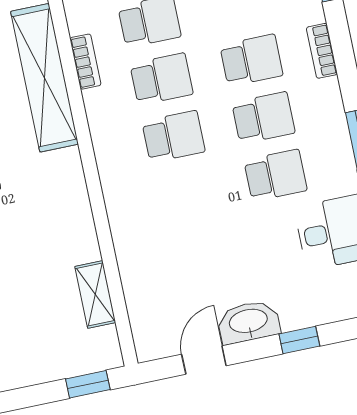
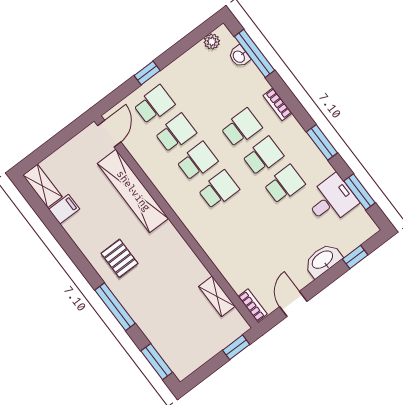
bookcase: (85, 62) -> (253, 305), moved
washbasin: (249, 322) -> (323, 260), moved
window: (299, 340) -> (355, 257), moved

